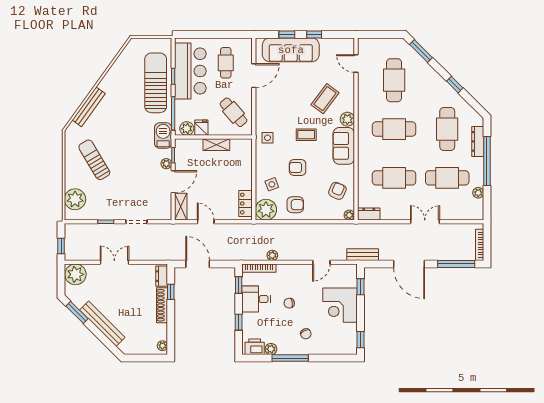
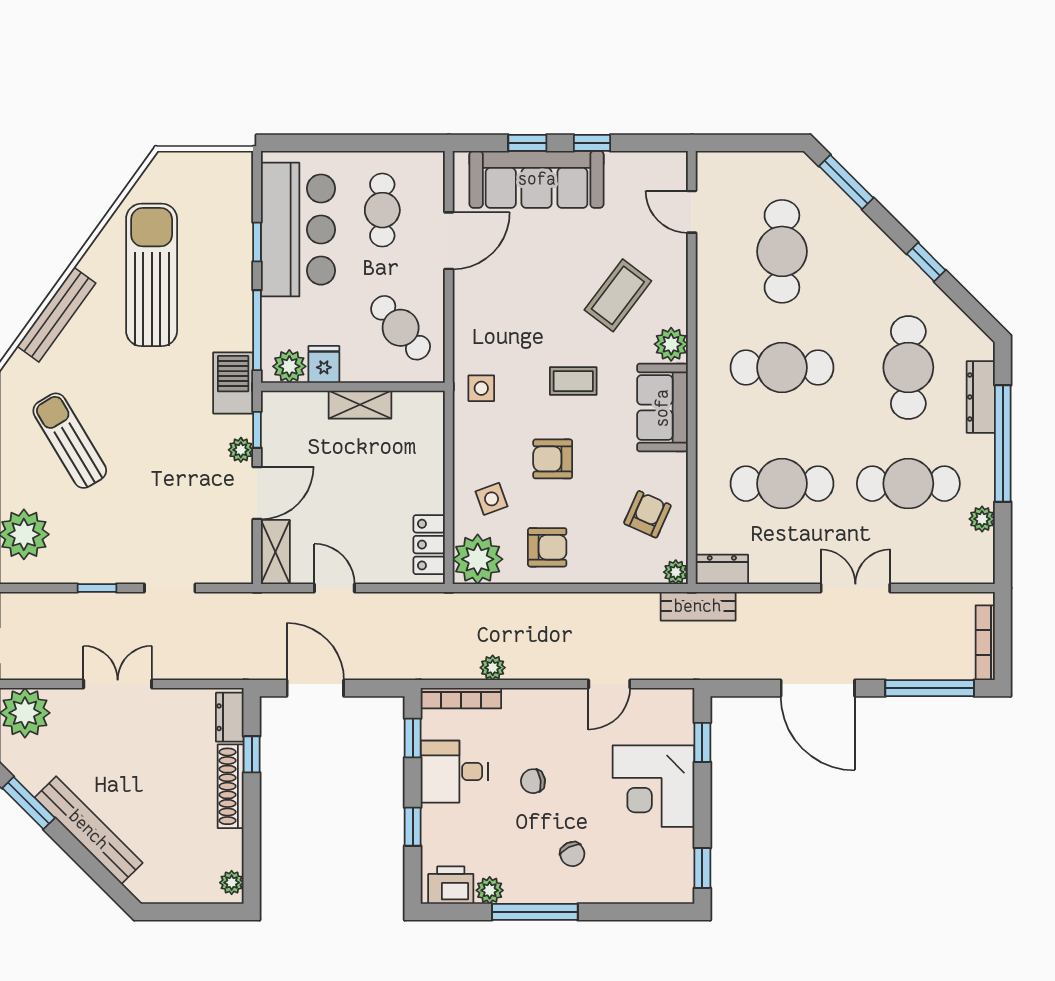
sun lounger: (156, 83) -> (152, 275), moved
bench: (363, 255) -> (698, 606), moved

